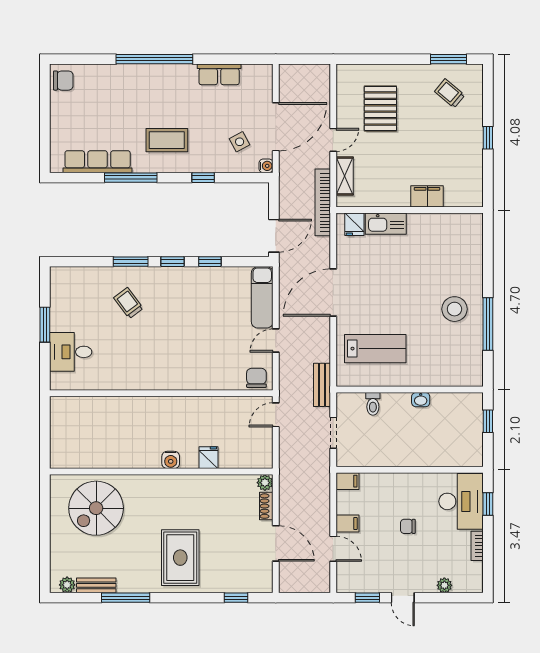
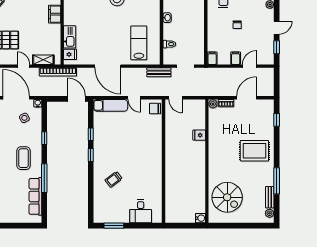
window: (131, 262) -> (91, 178), removed
window: (45, 325) -> (114, 226), moved
water cooler: (171, 460) -> (200, 218), moved

